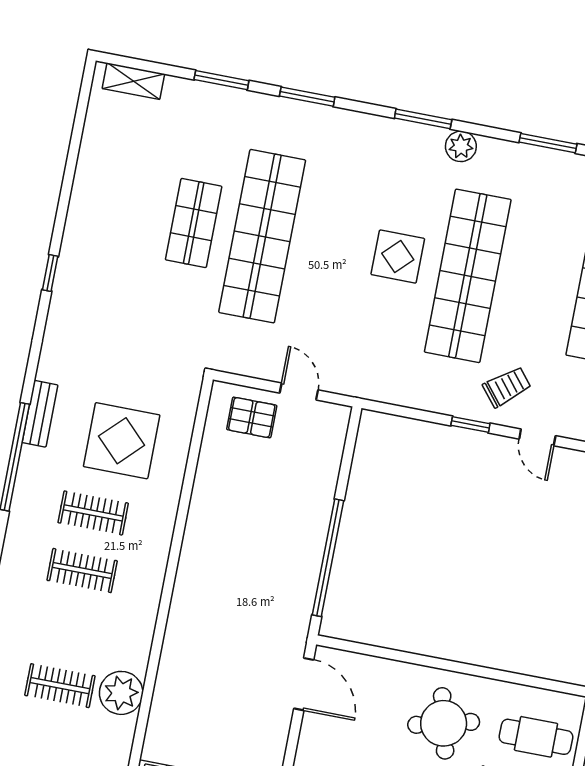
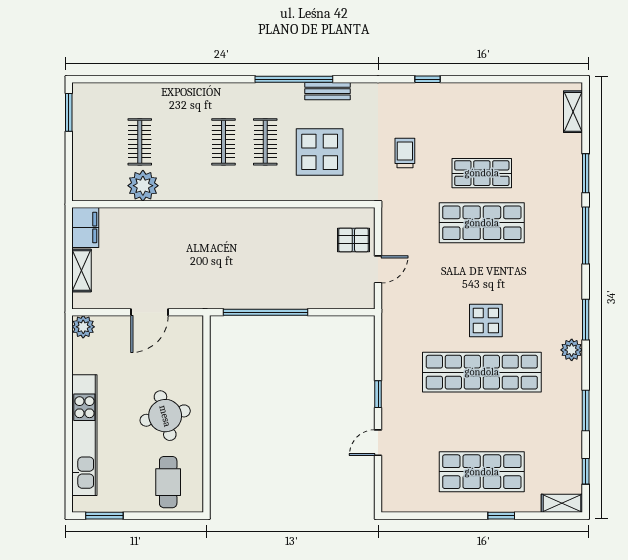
window: (307, 97) -> (586, 236), width x1.44
shop shelf: (262, 236) -> (482, 223), width x0.71
trolley: (507, 387) -> (405, 153), moved, turned -141
pallet: (252, 417) -> (353, 240), turned 90
door: (304, 684) -> (150, 312), moved

